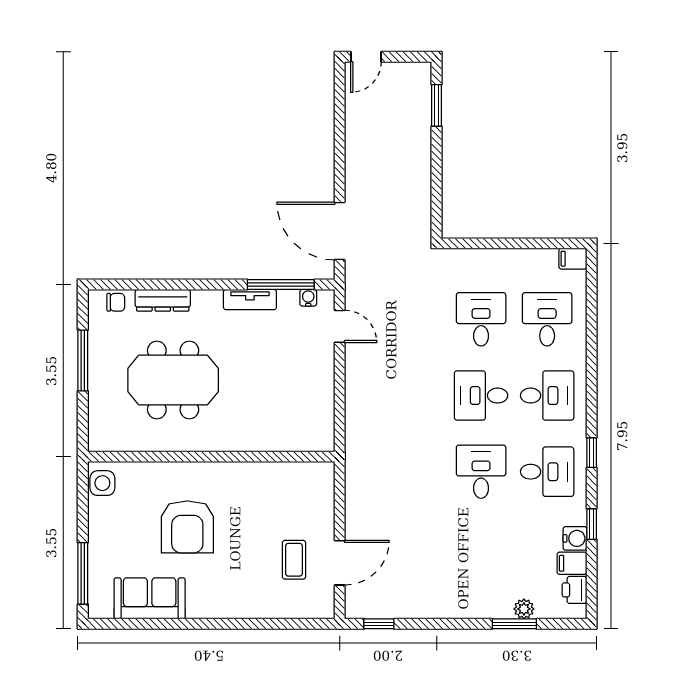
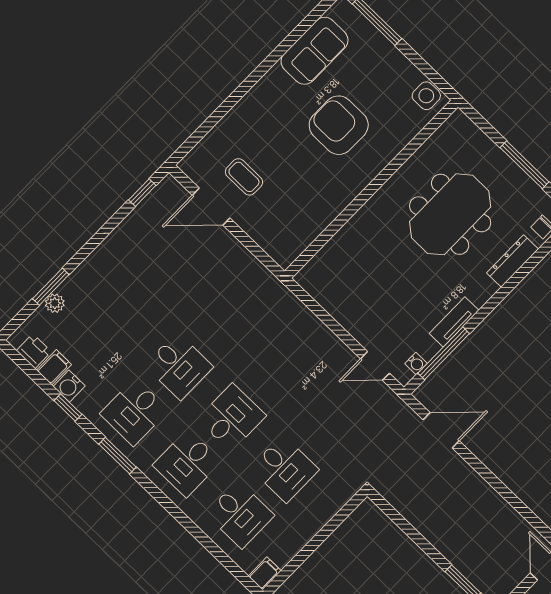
door: (340, 231) -> (441, 430), width x0.73
window: (592, 453) -> (117, 456), width x1.50
door: (340, 563) -> (211, 207), hinge flipped

